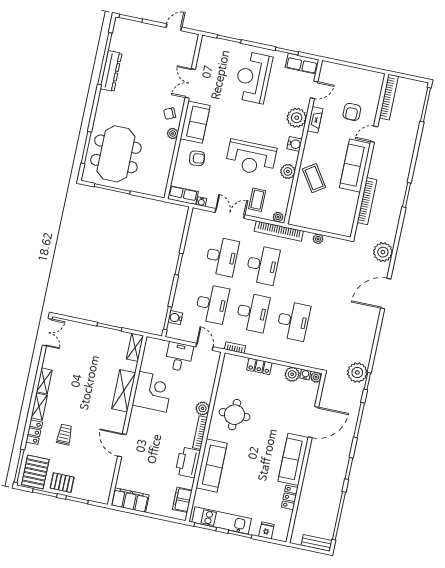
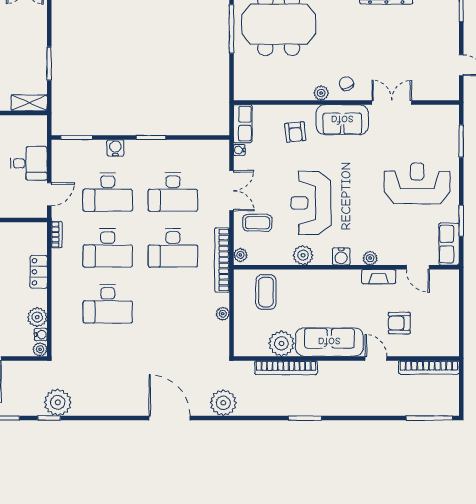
plant: (297, 118) -> (370, 258), width x0.53, depth x0.53
coffee table: (314, 178) -> (266, 292), moved, turned -56
plant: (349, 201) -> (281, 343), added
water cooler: (175, 318) -> (115, 148), moved

